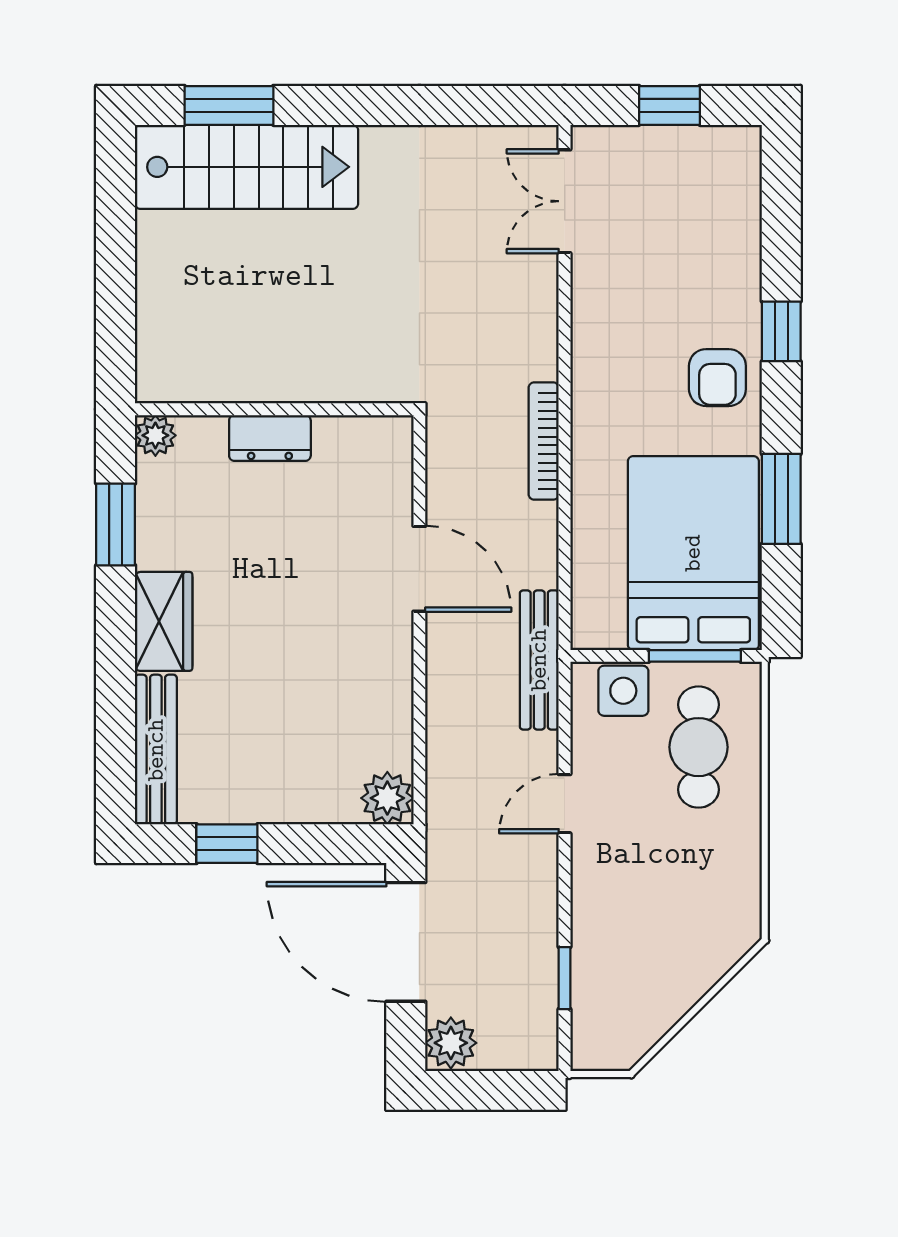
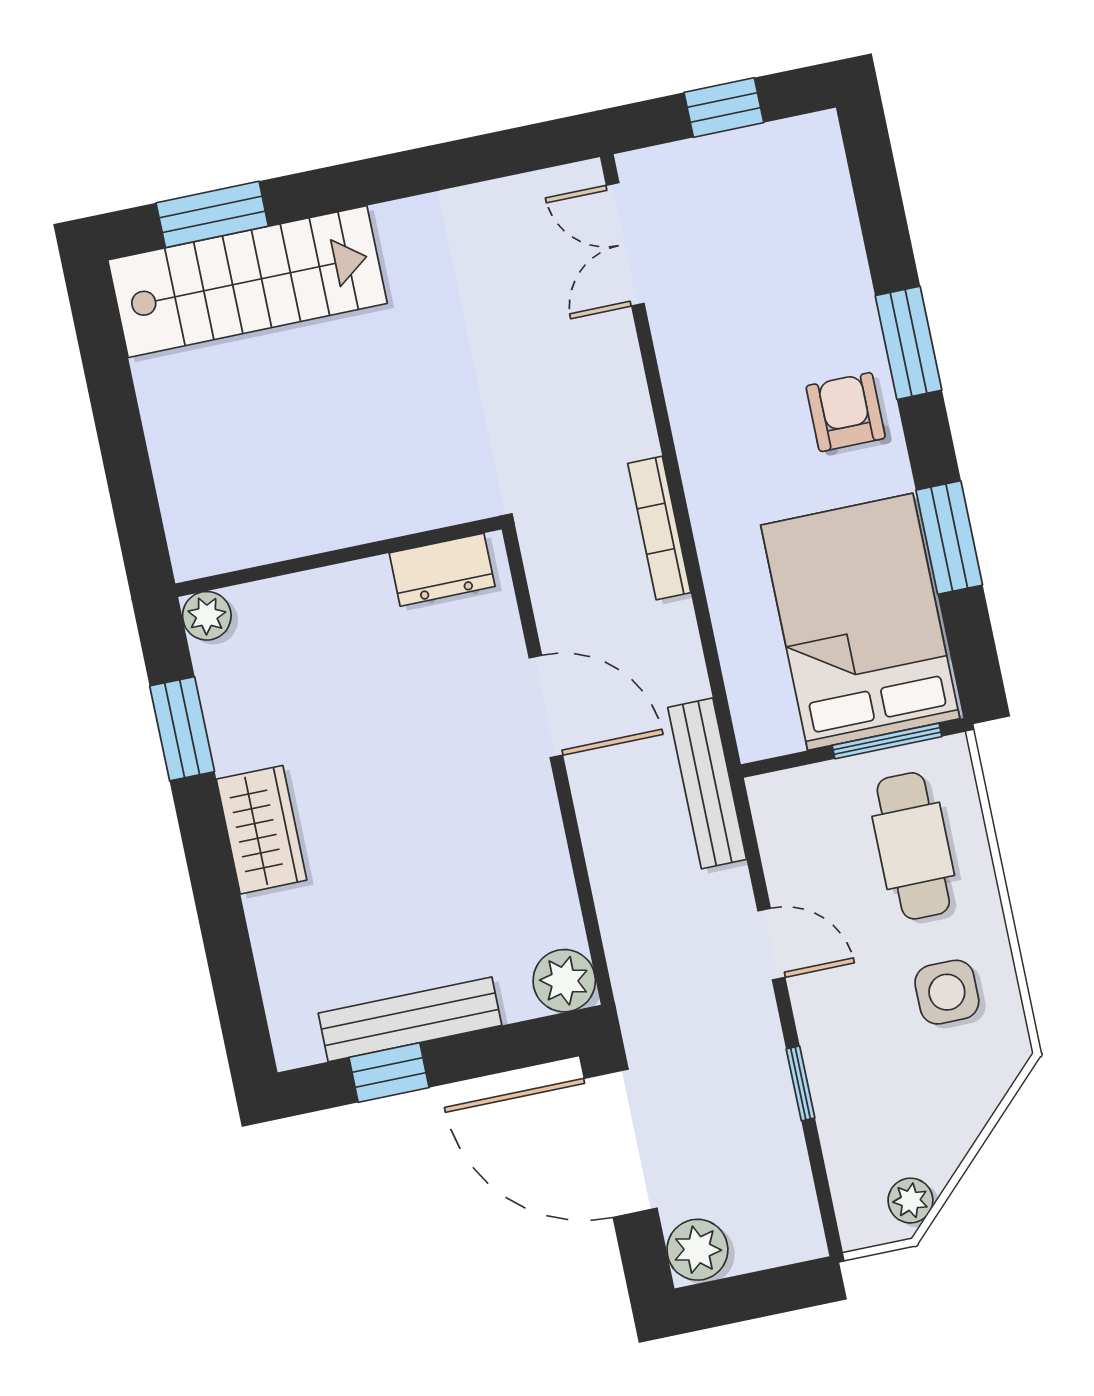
window: (781, 331) -> (909, 343), width x1.50
armchair: (717, 378) -> (846, 412), turned 180
dresser: (270, 438) -> (442, 570), moved
side table: (623, 691) -> (947, 992), moved
bench: (156, 750) -> (410, 1019), moved, turned 90
door: (565, 804) -> (771, 944), swing flipped
window: (565, 978) -> (800, 1083), moved
plant: (635, 1039) -> (910, 1201), added

